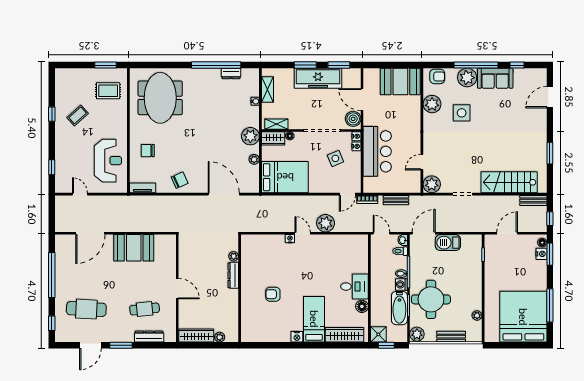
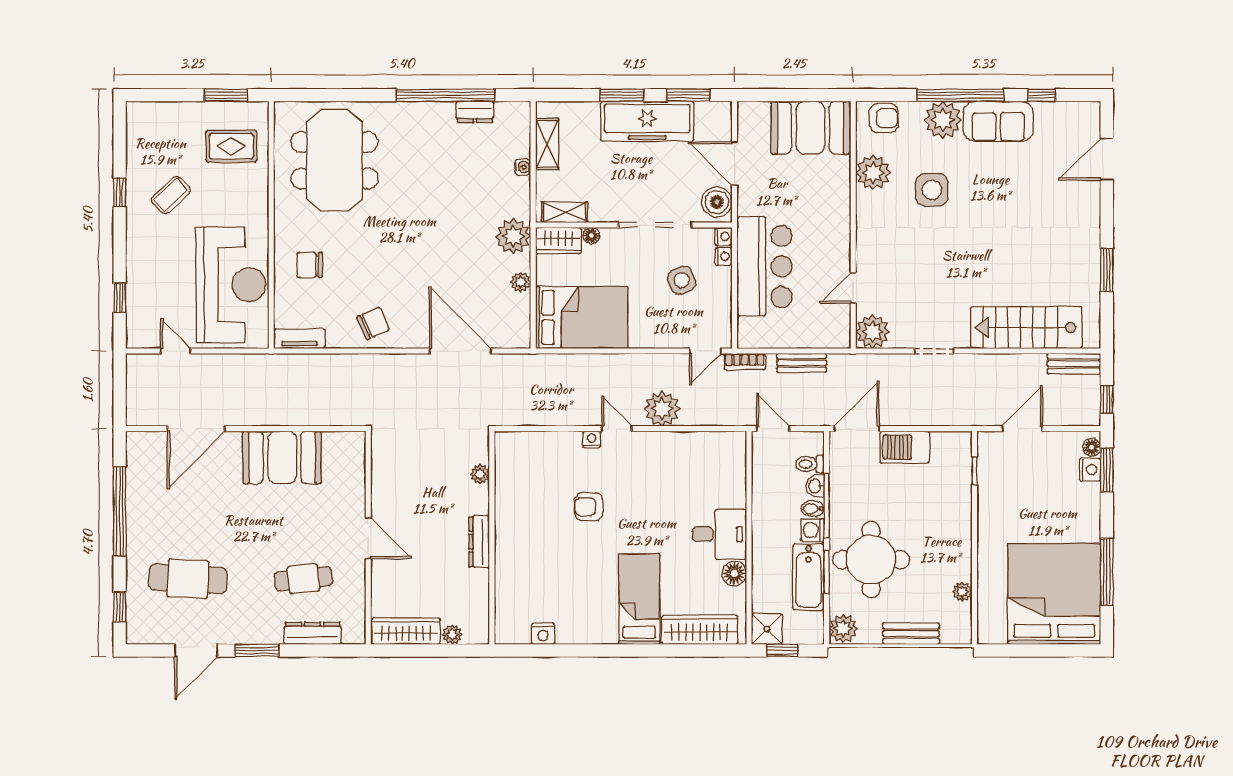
reception desk: (108, 161) -> (231, 285), width x1.36, depth x1.30
washbasin: (403, 240) -> (815, 486), moved
dresser: (233, 275) -> (479, 542), moved
armchair: (273, 294) -> (589, 507), moved
nightstand: (297, 337) -> (543, 634), moved

